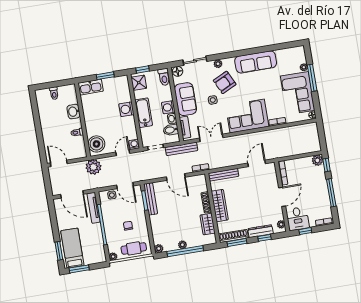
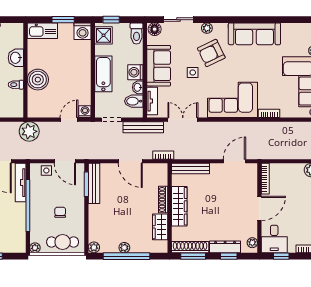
washing machine: (126, 109) -> (83, 31), moved, turned -90
boiler: (96, 144) -> (38, 80), moved

